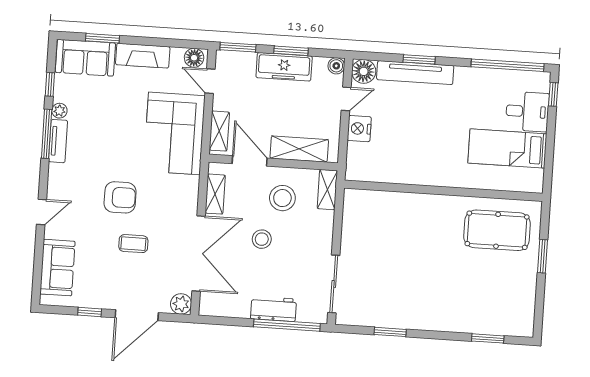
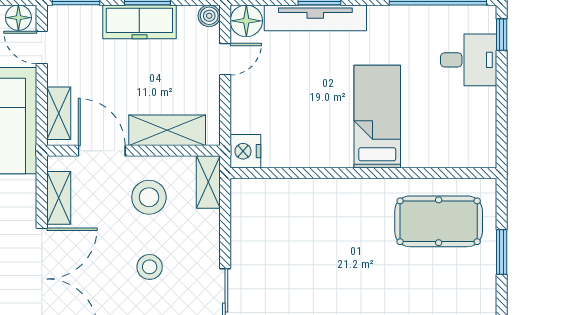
nightstand: (359, 129) -> (245, 151), moved
bed: (507, 148) -> (377, 117), moved, turned 90
stool: (262, 239) -> (150, 267), moved

